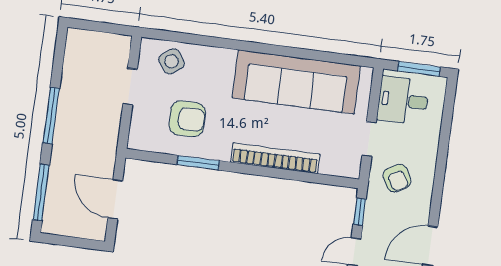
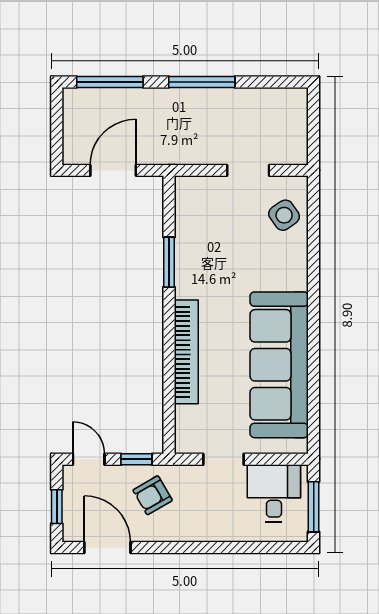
armchair: (187, 119) -> (219, 242), removed
armchair: (397, 178) -> (153, 495), moved

